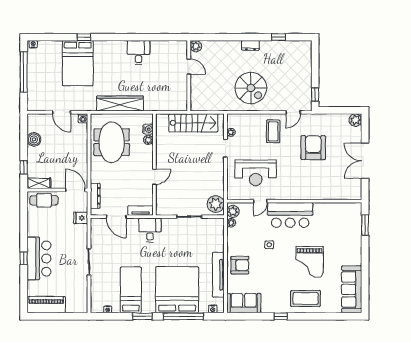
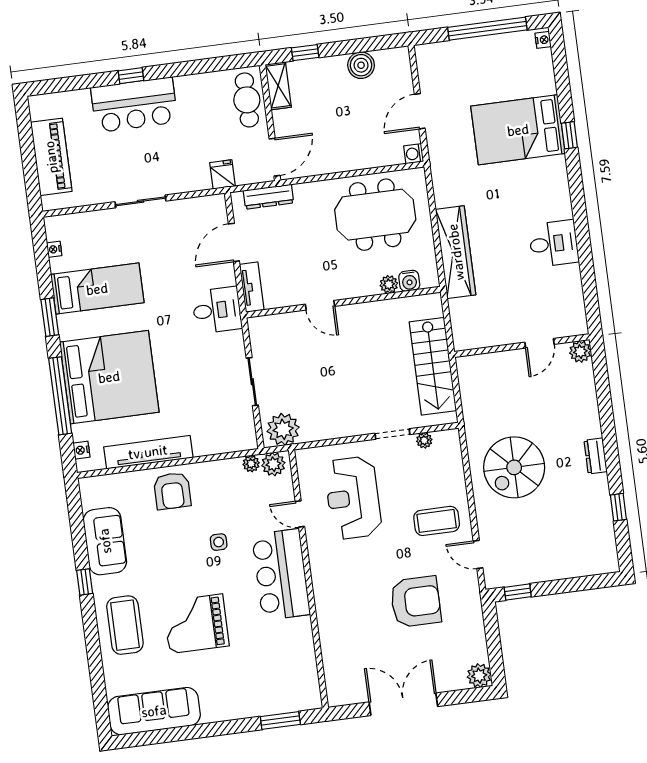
wardrobe: (120, 103) -> (456, 252), moved
sofa: (244, 303) -> (105, 541), moved
piano: (46, 305) -> (51, 157), moved

